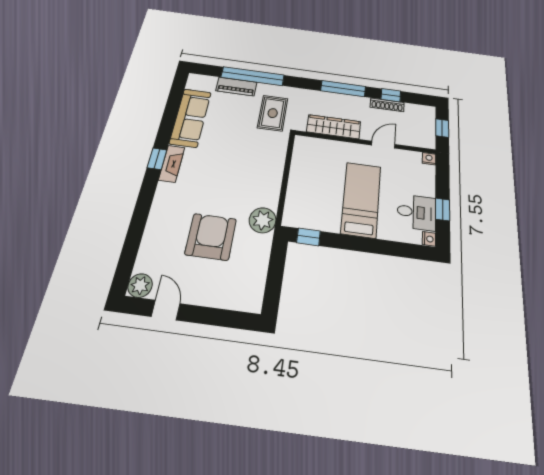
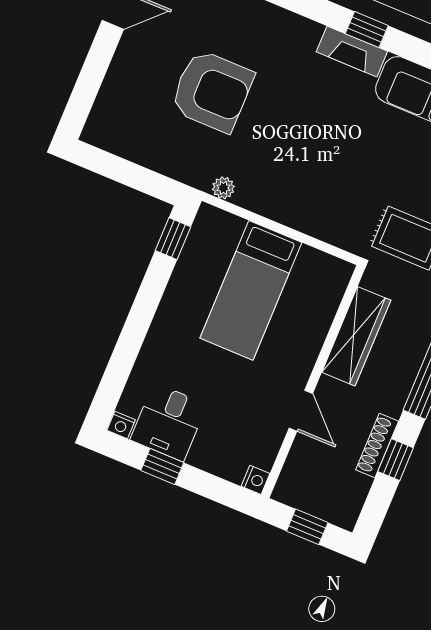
bed: (361, 199) -> (251, 290), moved, turned 90
plant: (263, 220) -> (223, 188), width x0.53, depth x0.53

